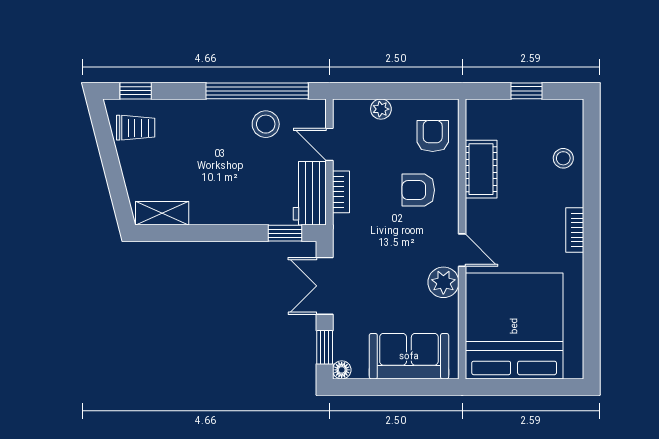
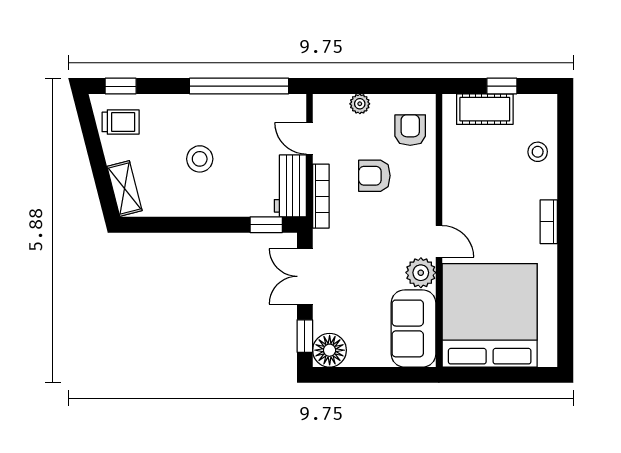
stool: (266, 124) -> (200, 159), moved
cot: (481, 169) -> (485, 109), moved, turned 90
armchair: (418, 190) -> (374, 176), moved
bookcase: (341, 192) -> (321, 196), width x1.56
shelving: (162, 213) -> (125, 188), moved, turned 76
sofa: (409, 356) -> (413, 328), moved, turned -90
floor lamp: (342, 370) -> (330, 350), width x1.89, depth x1.89

